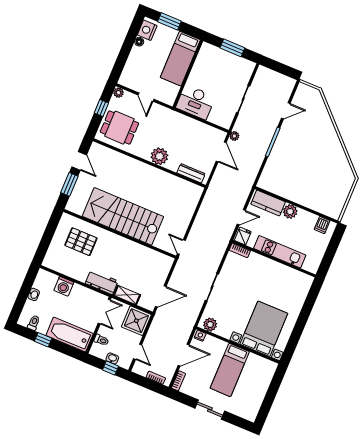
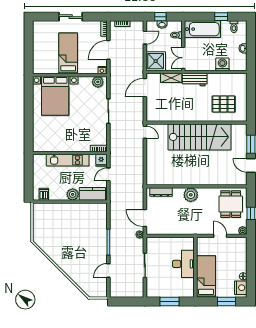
desk: (196, 102) -> (183, 264), moved, turned 90
dining table: (119, 128) -> (231, 204), turned 90
door: (137, 352) -> (145, 38), swing flipped

